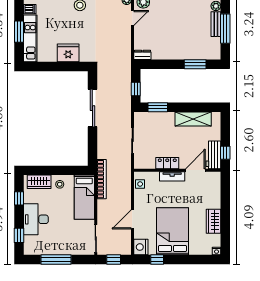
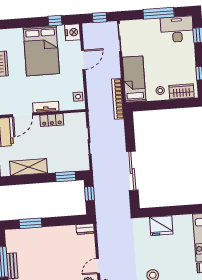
desk: (36, 219) -> (177, 29), moved, turned -90

